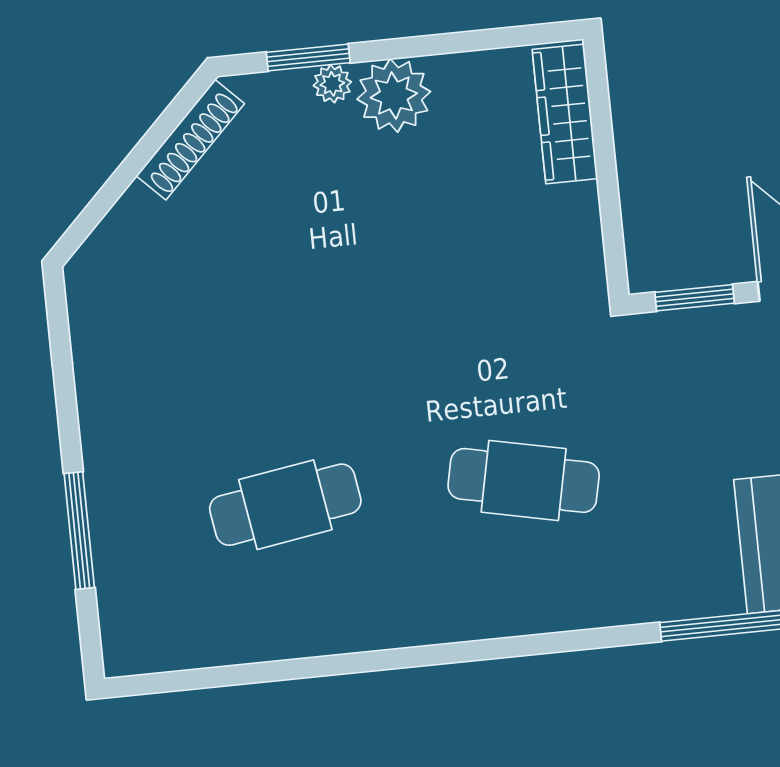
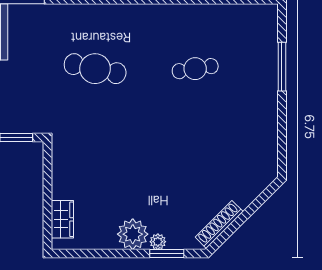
wardrobe: (565, 114) -> (62, 219), width x0.67
cafe table: (285, 505) -> (195, 69), width x0.73, depth x0.74

